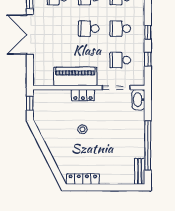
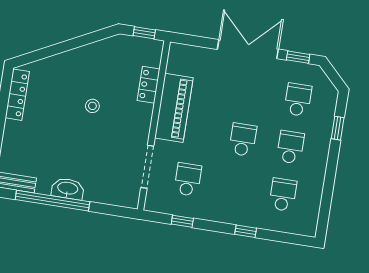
school desk: (120, 29) -> (235, 187), removed
window: (148, 32) -> (246, 231), moved
locker: (83, 95) -> (149, 85), moved
washbasin: (138, 100) -> (68, 189), moved

